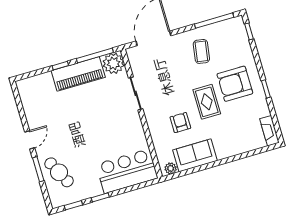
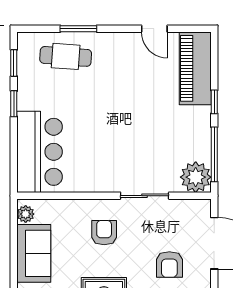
armchair: (176, 64) -> (169, 264), added
piano: (78, 74) -> (195, 68), moved
armchair: (180, 123) -> (104, 233), moved, turned -90
door: (30, 140) -> (154, 29), moved
cafe table: (59, 172) -> (66, 56), turned 31

